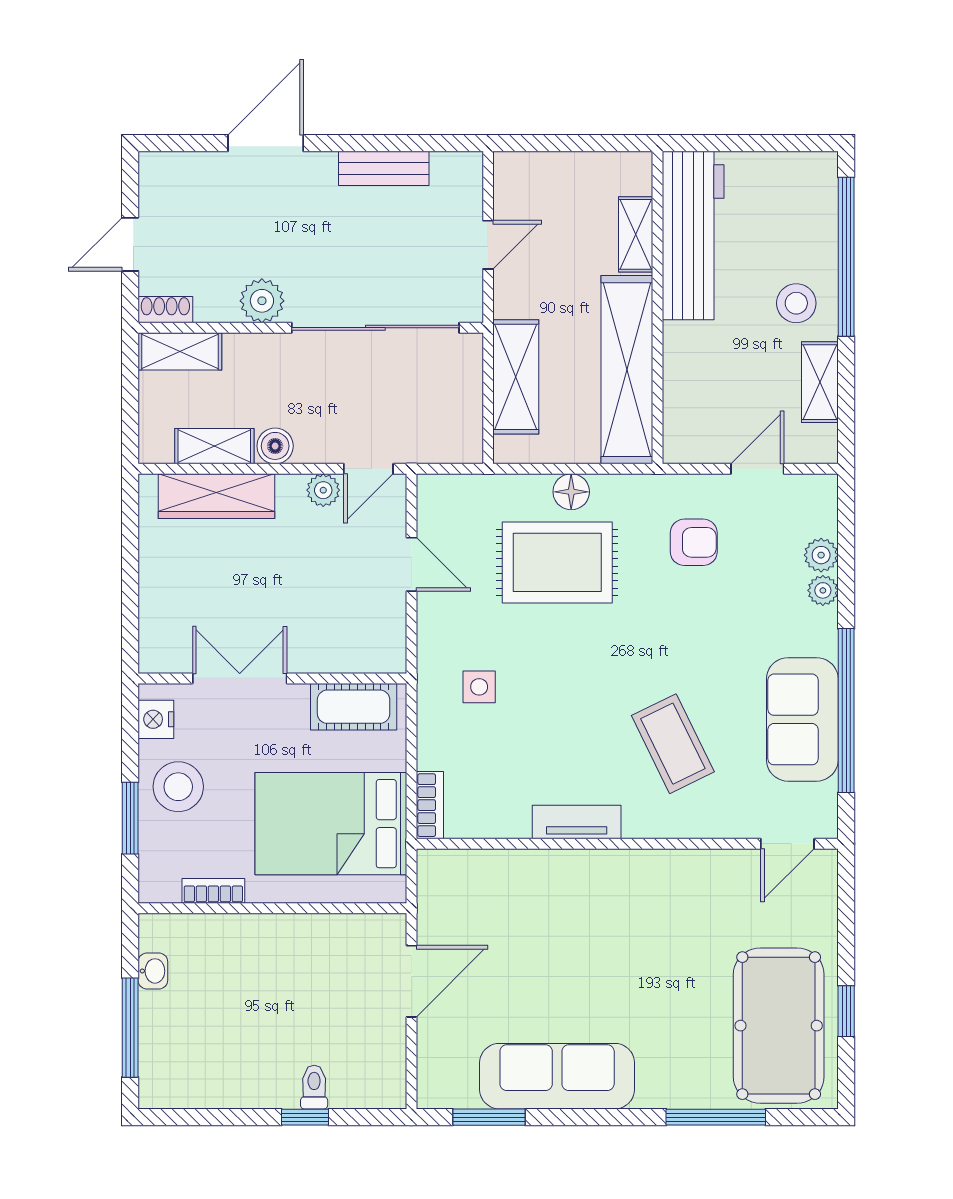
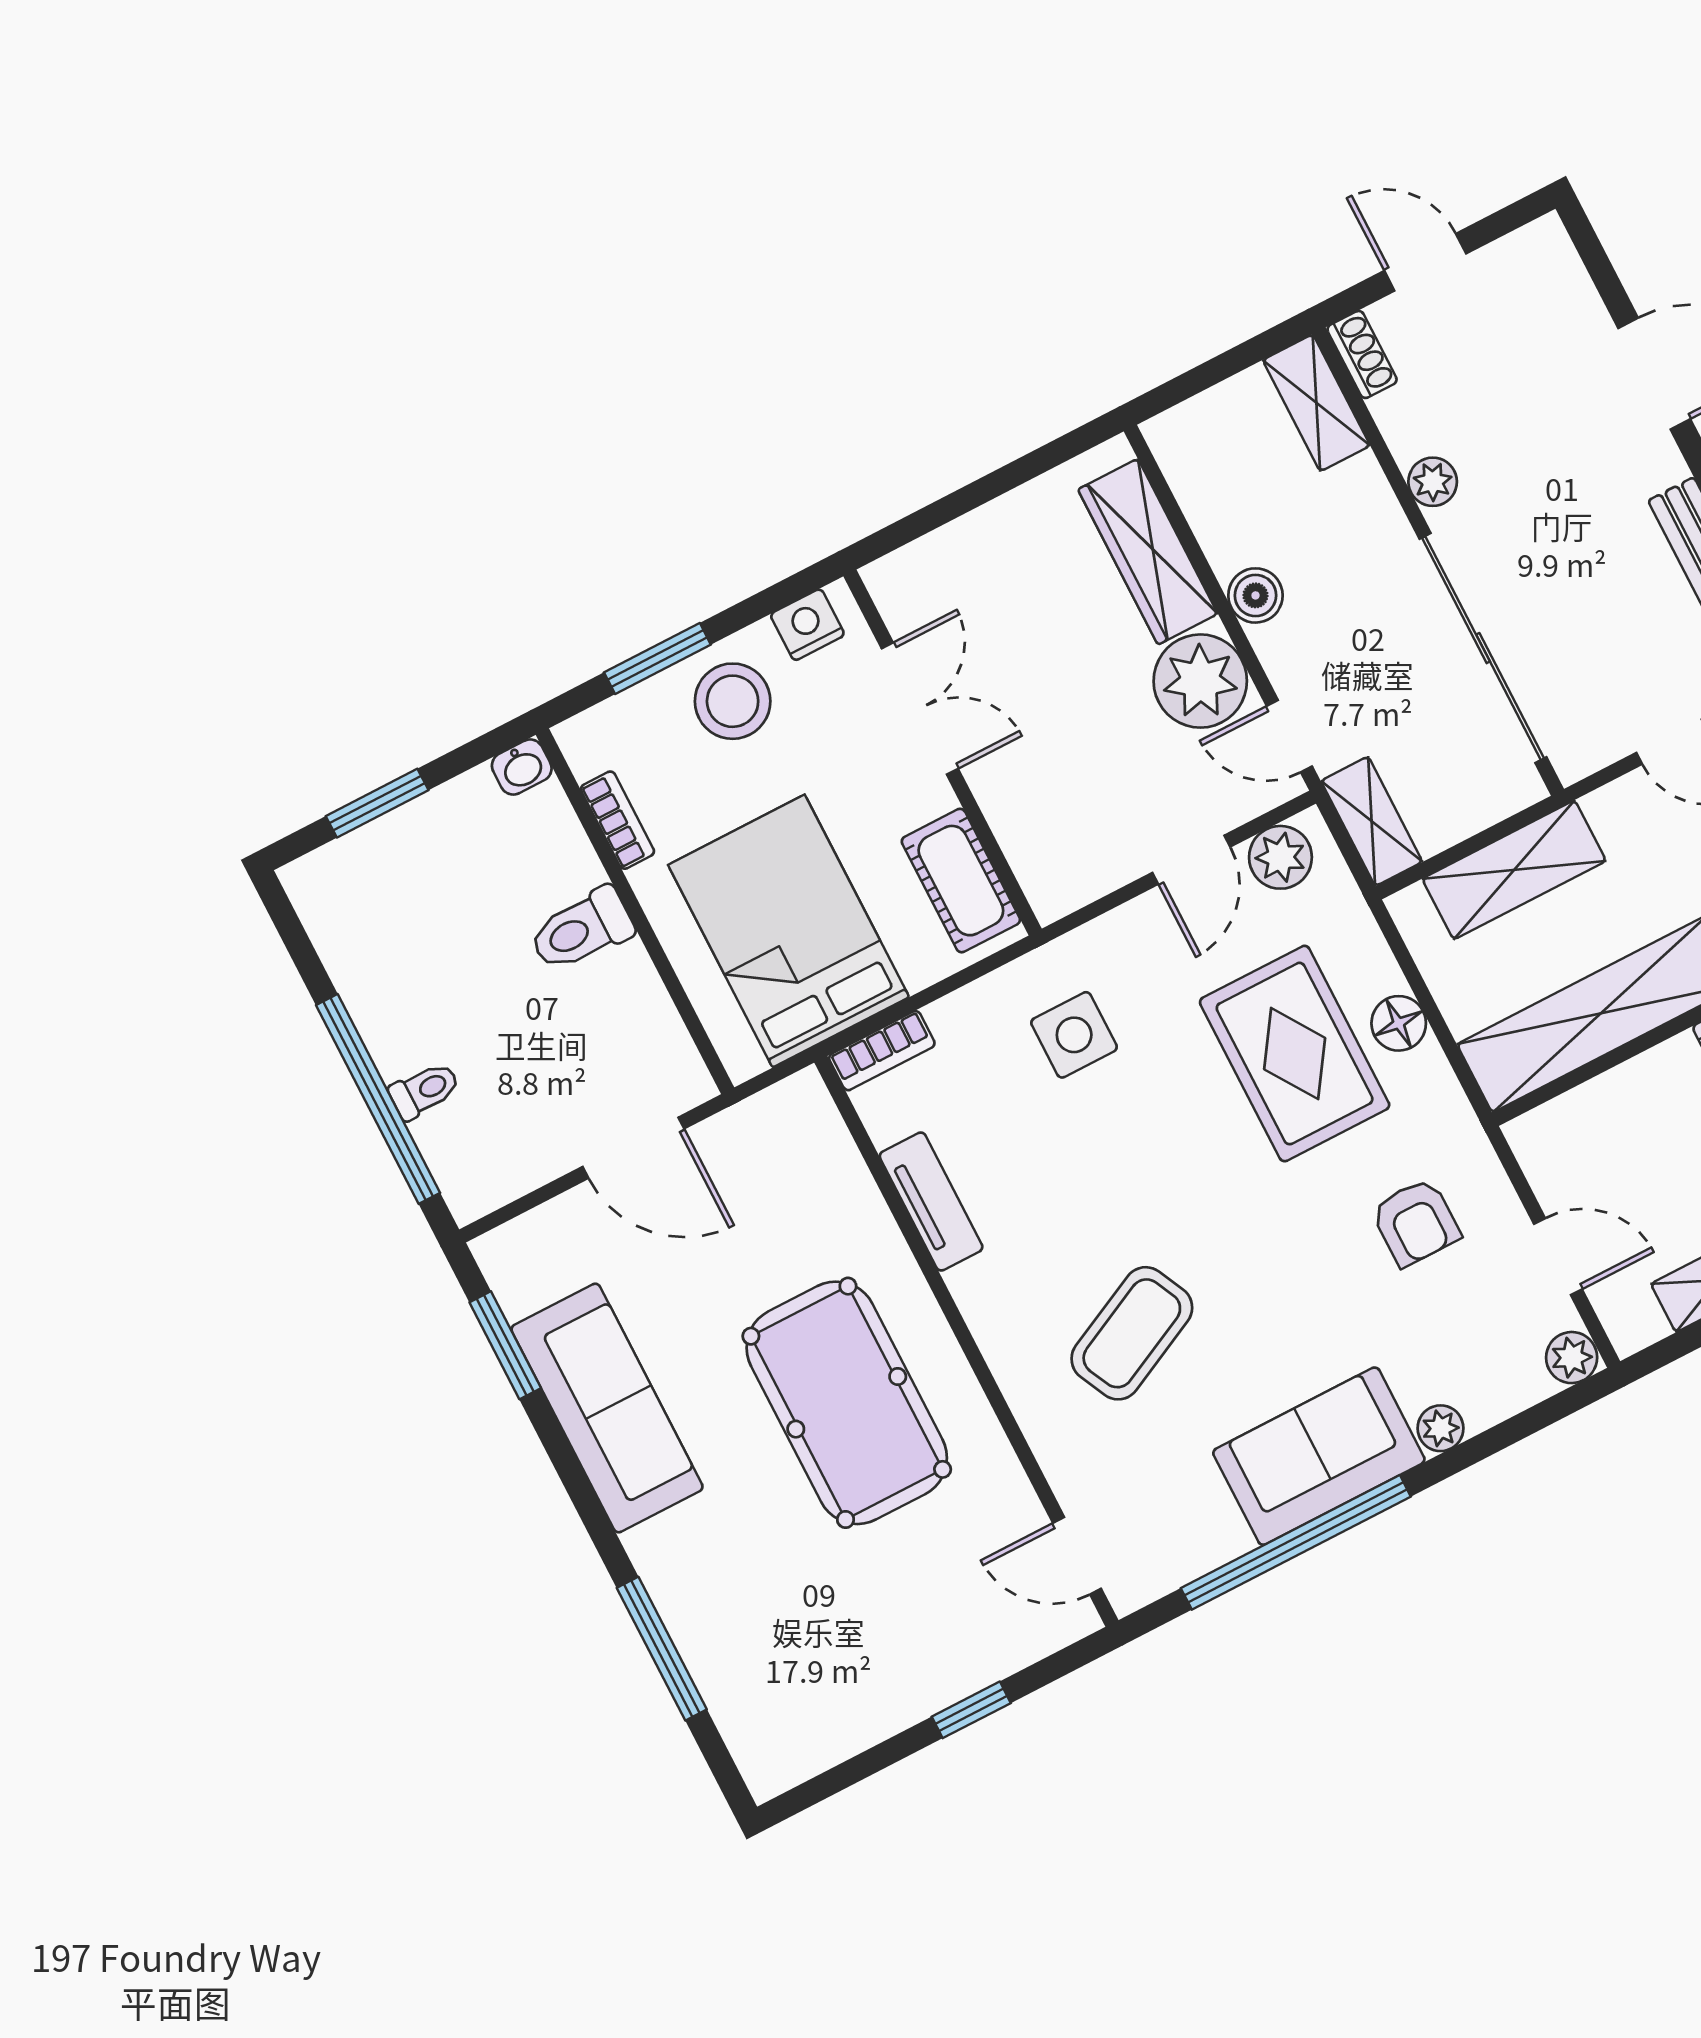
plant: (262, 301) -> (1433, 482), width x0.73, depth x0.73
shelving: (214, 446) -> (1372, 821), moved
plant: (323, 490) -> (1200, 681), width x1.88, depth x1.88
plant: (437, 511) -> (1280, 857), added
plant: (821, 555) -> (1572, 1358), moved
side table: (479, 687) -> (1074, 1035), width x1.37, depth x1.37
sofa: (802, 719) -> (1319, 1456), moved
tv unit: (577, 822) -> (931, 1202), moved
toilet: (267, 946) -> (581, 930), added
washbasin: (153, 971) -> (522, 767), moved
window: (846, 1011) -> (971, 1710), moved
pool table: (779, 1026) -> (847, 1403), moved, turned 90
window: (130, 1028) -> (377, 803), width x0.69
window: (305, 1117) -> (378, 1099), width x3.17

